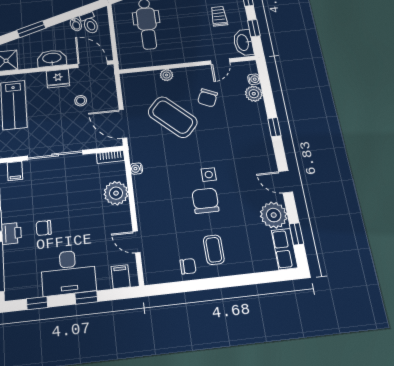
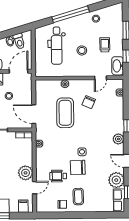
stool: (186, 27) -> (82, 50), added
door: (93, 64) -> (19, 71), hinge flipped
plant: (254, 94) -> (118, 139), moved
coffee table: (173, 117) -> (65, 113), turned 47
plant: (116, 193) -> (26, 173), moved
chair: (205, 201) -> (78, 167), turned -91
wheelchair: (175, 218) -> (58, 176), added
door: (137, 242) -> (34, 188), swing flipped

